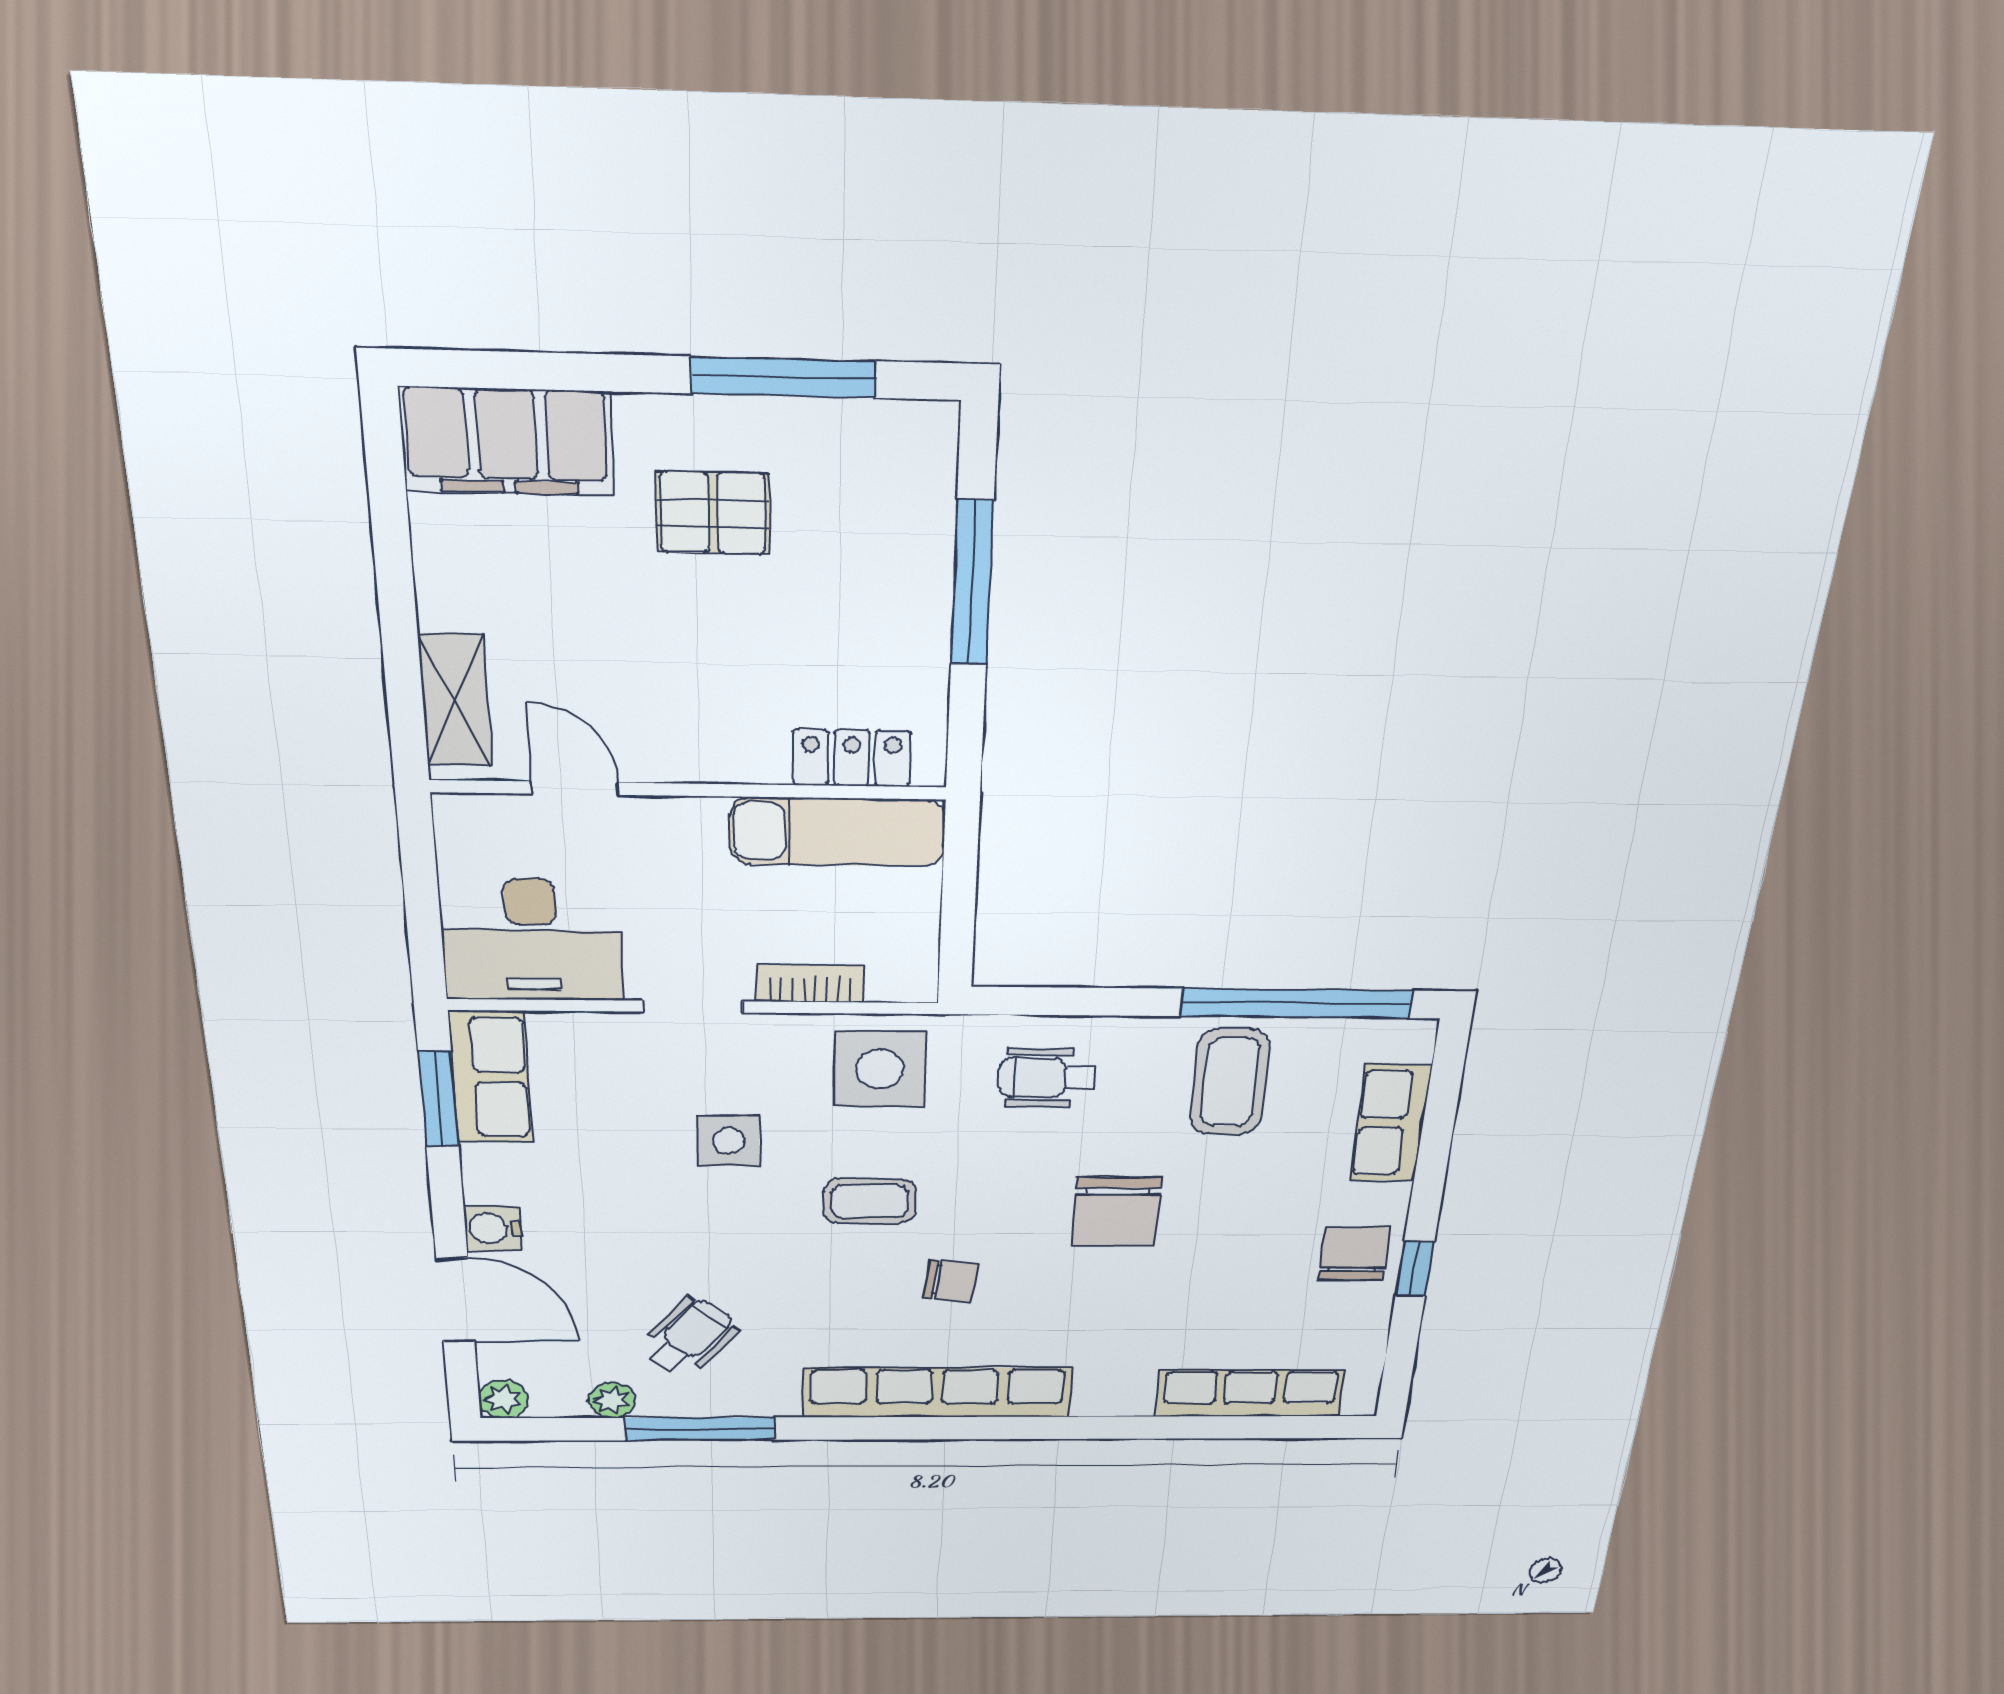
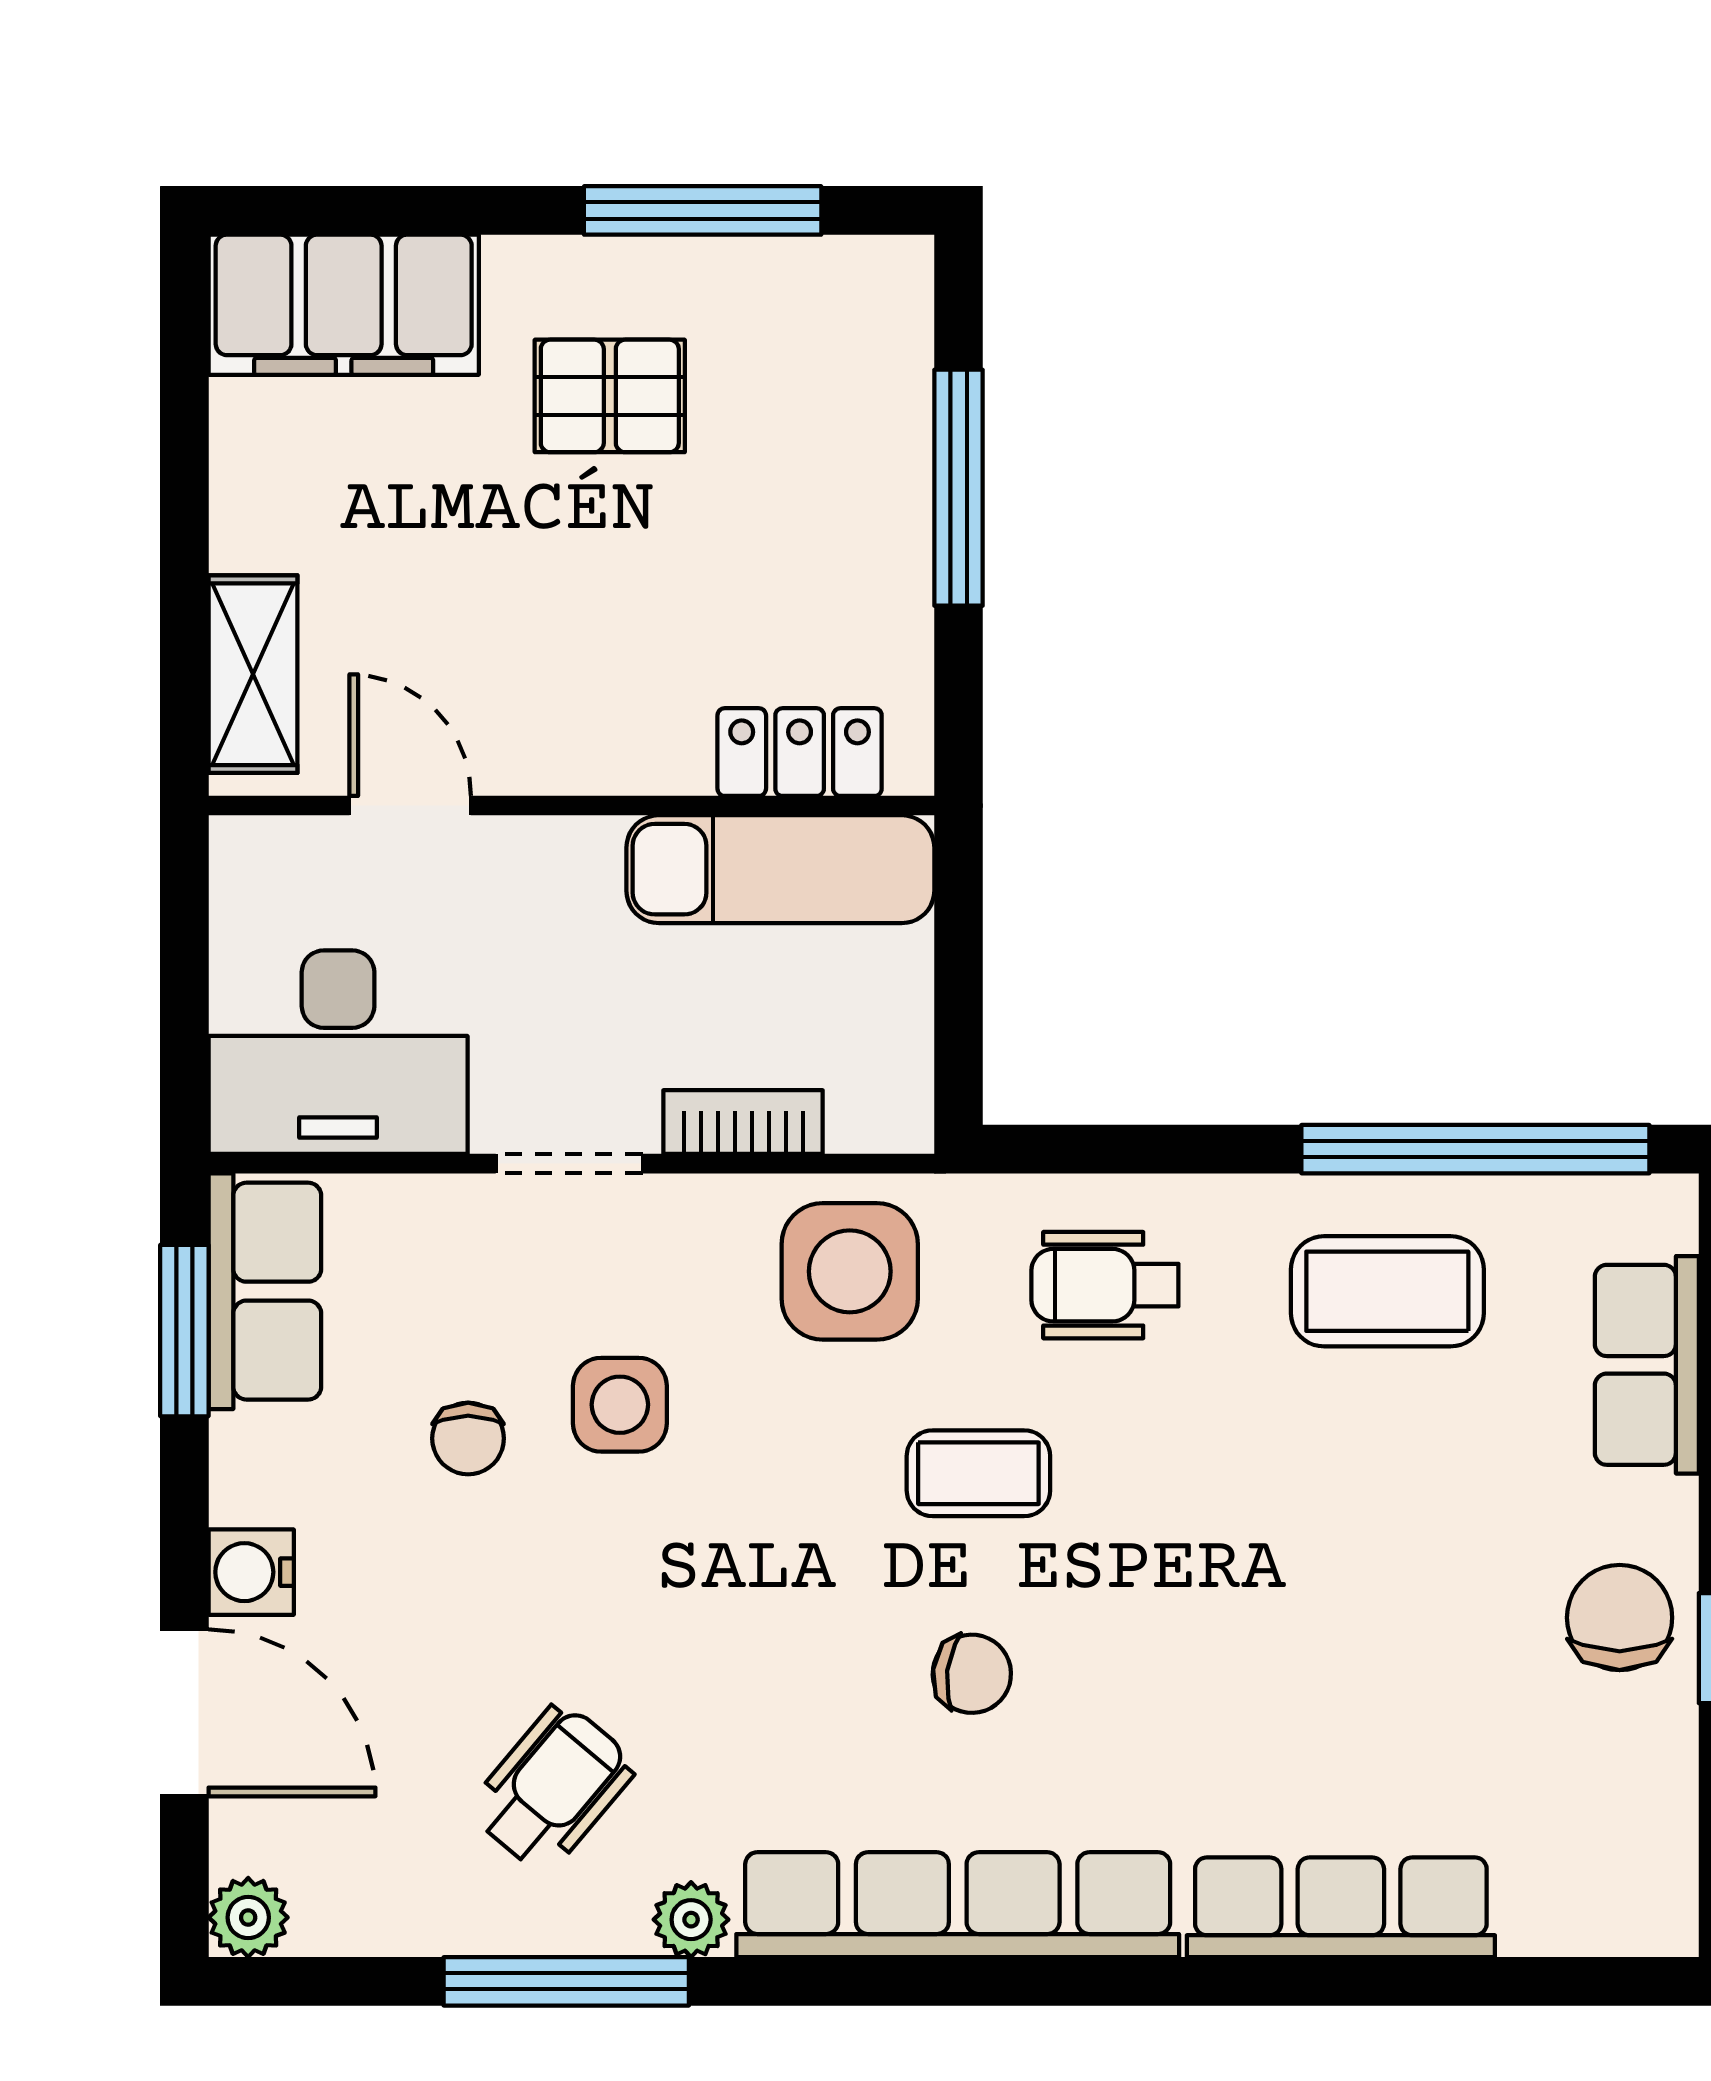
coffee table: (1230, 1082) -> (1387, 1291), turned 90
coffee table: (870, 1201) -> (978, 1473), moved
chair: (1116, 1212) -> (468, 1438), moved, width x0.54, depth x0.54
row of seats: (1250, 1393) -> (1341, 1907), moved
plant: (612, 1400) -> (691, 1920), moved

